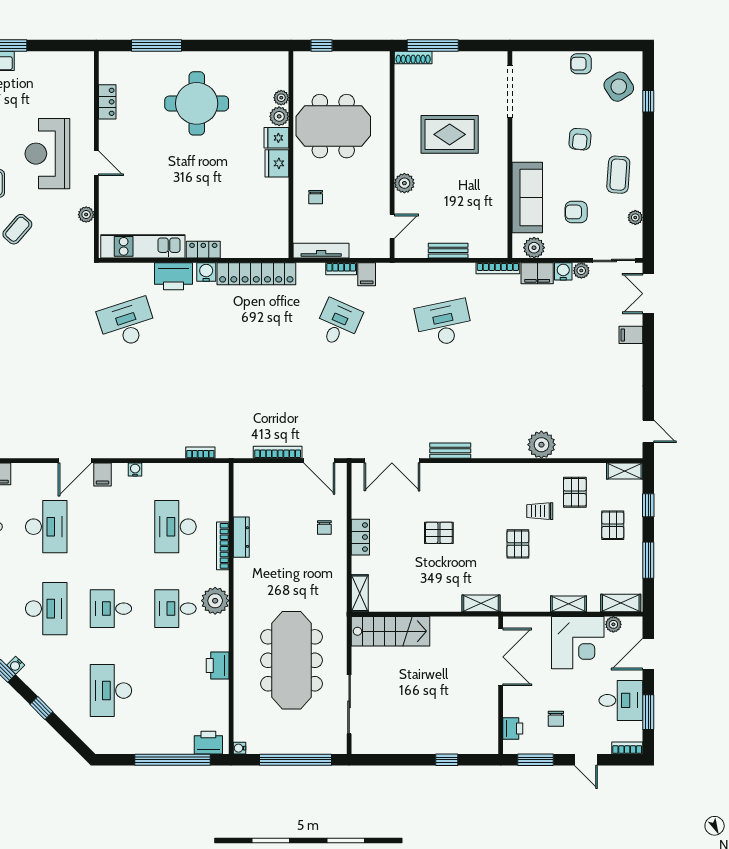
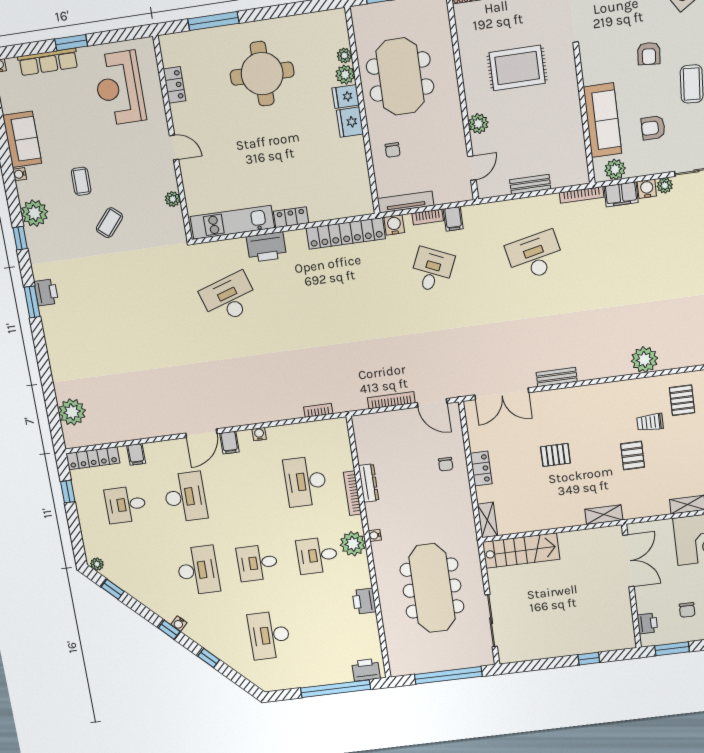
meeting table: (333, 126) -> (400, 77), turned 90
reception desk: (47, 154) -> (119, 88), moved
water cooler: (206, 272) -> (394, 225), moved
water cooler: (239, 748) -> (375, 535), moved

